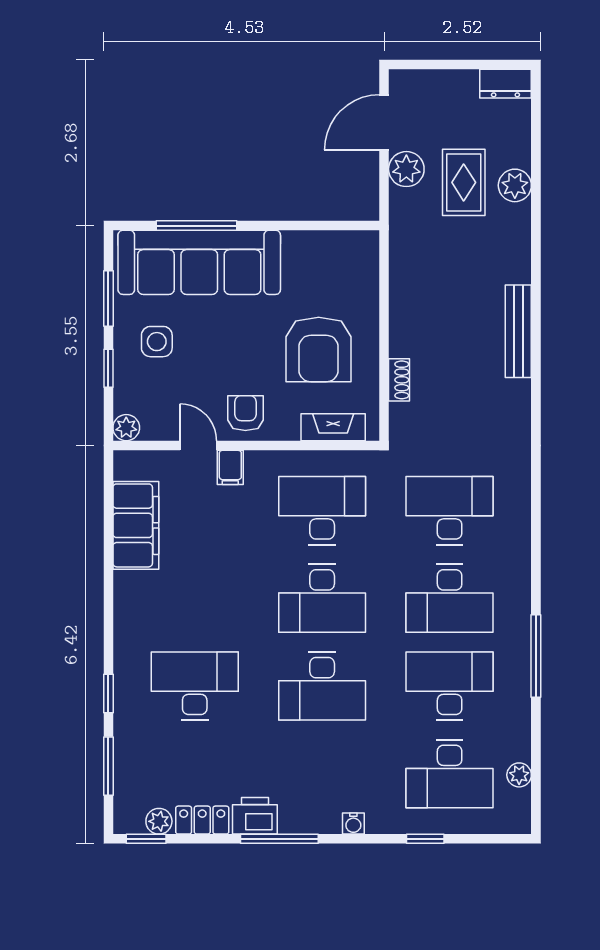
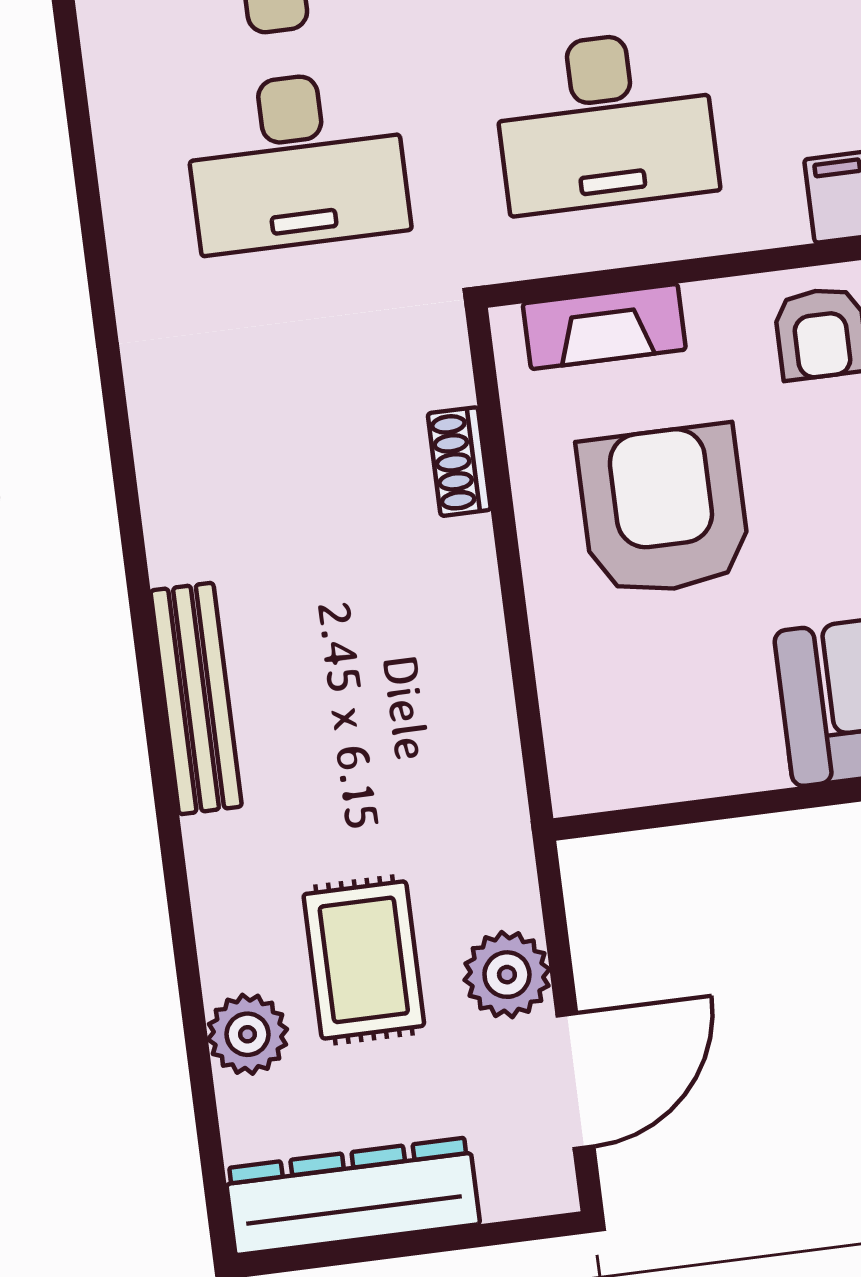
dresser: (505, 84) -> (352, 1196), width x1.96, depth x1.24
plant: (515, 185) -> (247, 1034), moved
bench: (518, 331) -> (196, 699), moved

